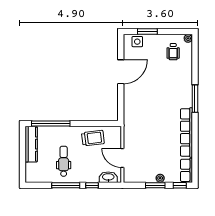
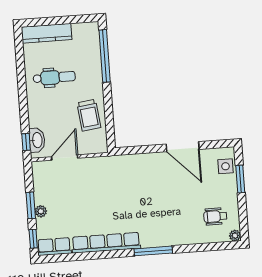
kitchen counter: (31, 144) -> (47, 33), moved
window: (66, 185) -> (22, 83), removed
window: (92, 185) -> (26, 142), moved

